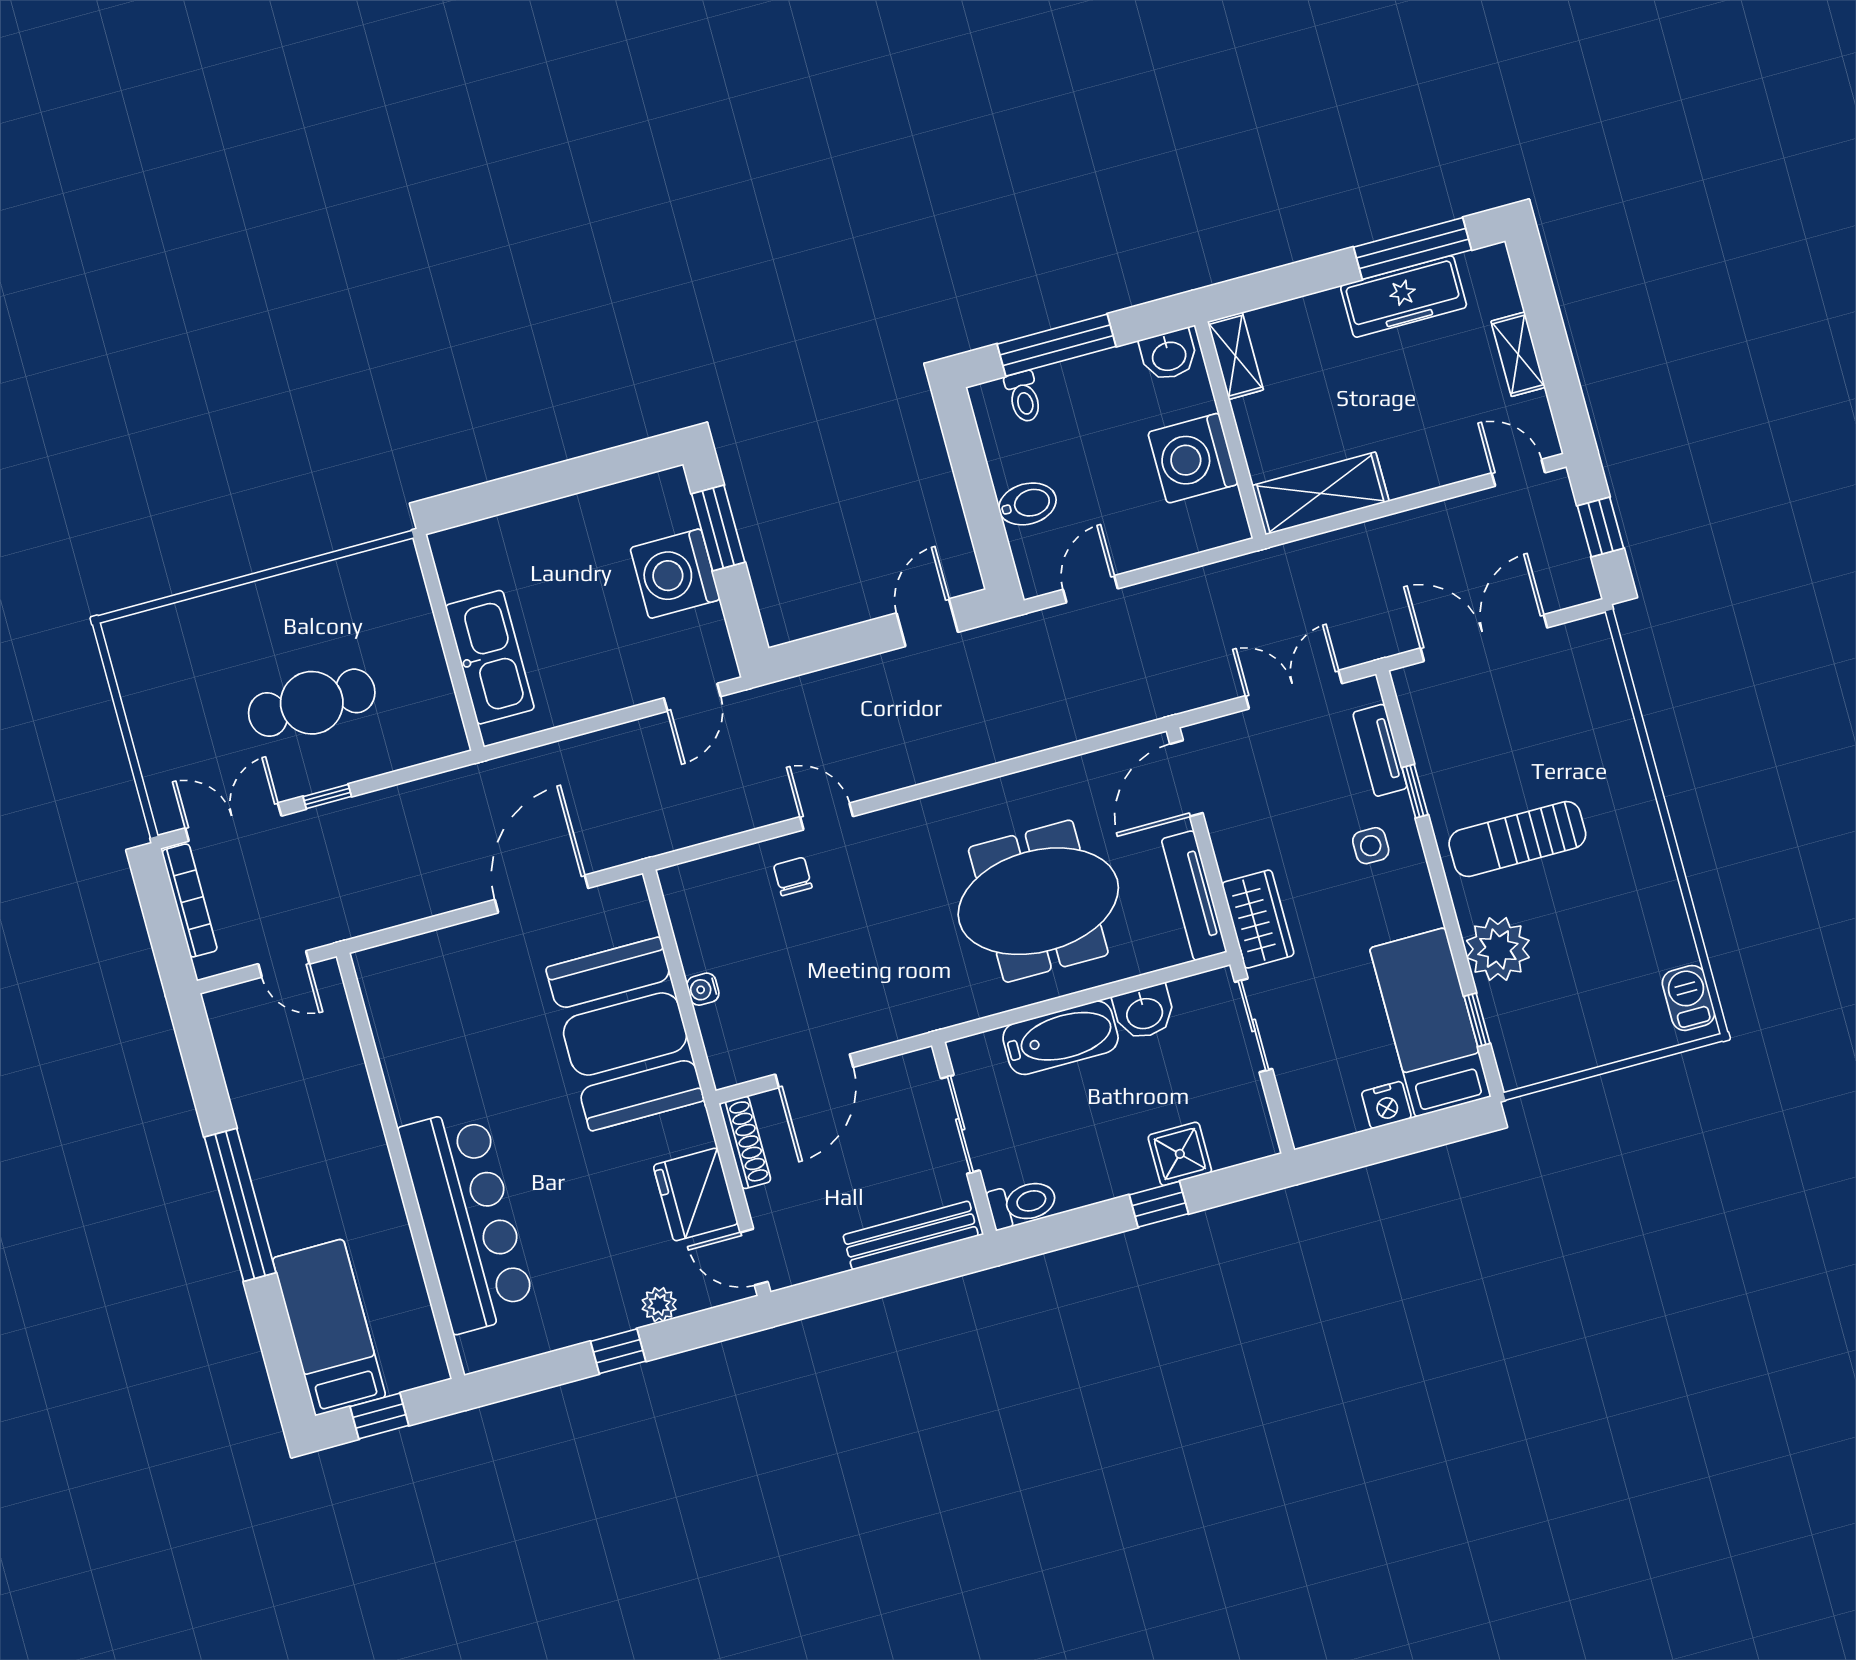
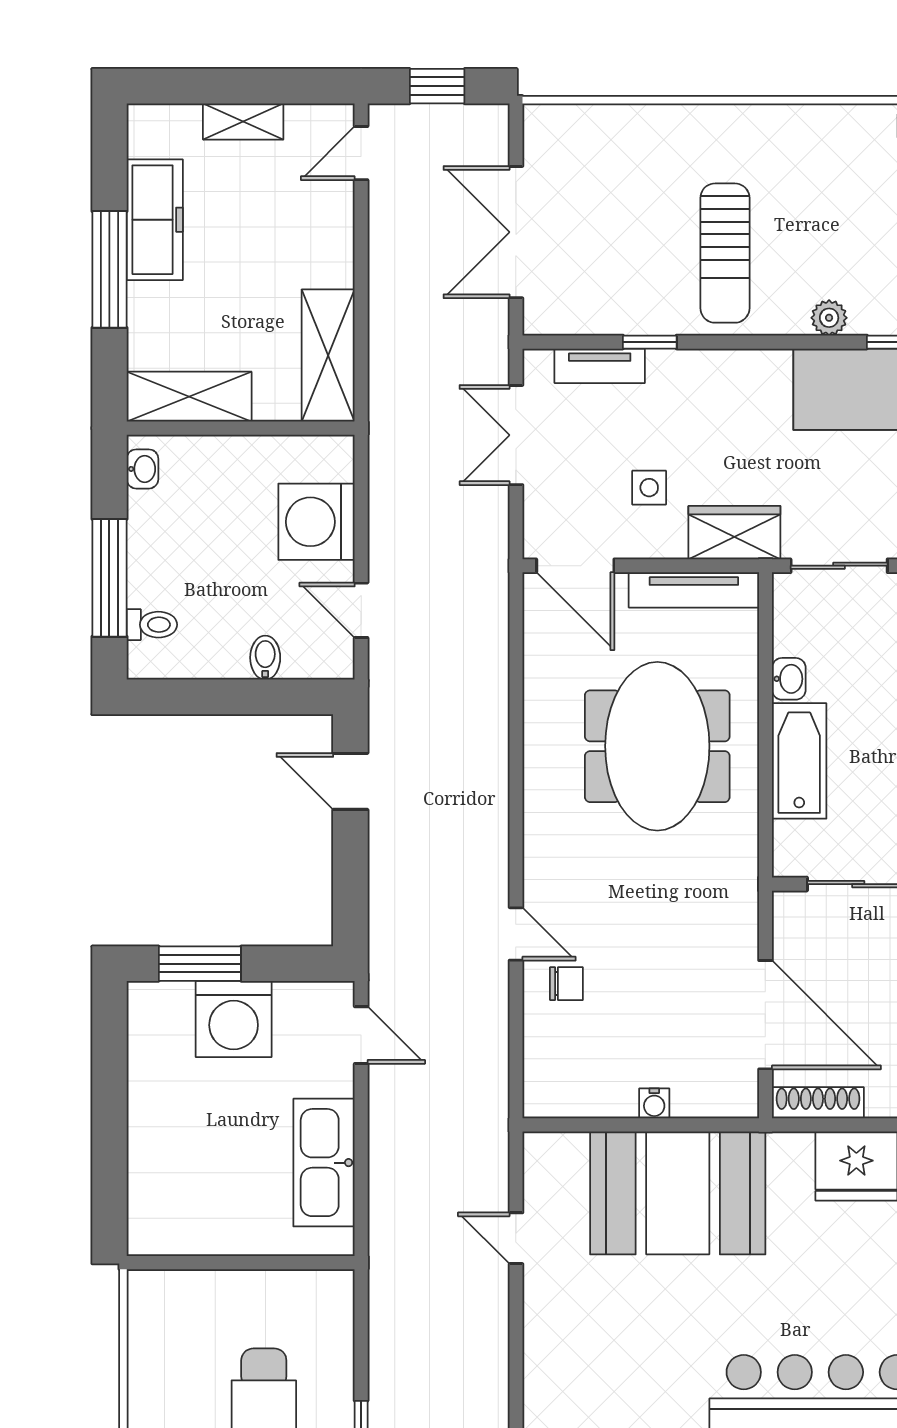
window: (1413, 248) -> (109, 269), moved
washbasin: (1169, 355) -> (142, 469), width x0.72, depth x0.69
shelving: (1235, 356) -> (189, 397), width x1.50, depth x1.33
washing machine: (1193, 458) -> (316, 522), moved, turned 90
bidet: (1027, 504) -> (265, 658), width x0.72, depth x0.74
kitchen sink: (490, 657) -> (324, 1163), moved, turned -90
door: (826, 817) -> (516, 934), swing flipped
side table: (1371, 846) -> (649, 488), moved
chair: (793, 876) -> (566, 984), turned 180
door: (541, 894) -> (516, 1238), width x0.53
plant: (1498, 949) -> (829, 318), width x0.53, depth x0.53
washbasin: (1144, 1012) -> (789, 679), width x0.72, depth x0.69
door: (814, 1071) -> (765, 1015), width x1.36

